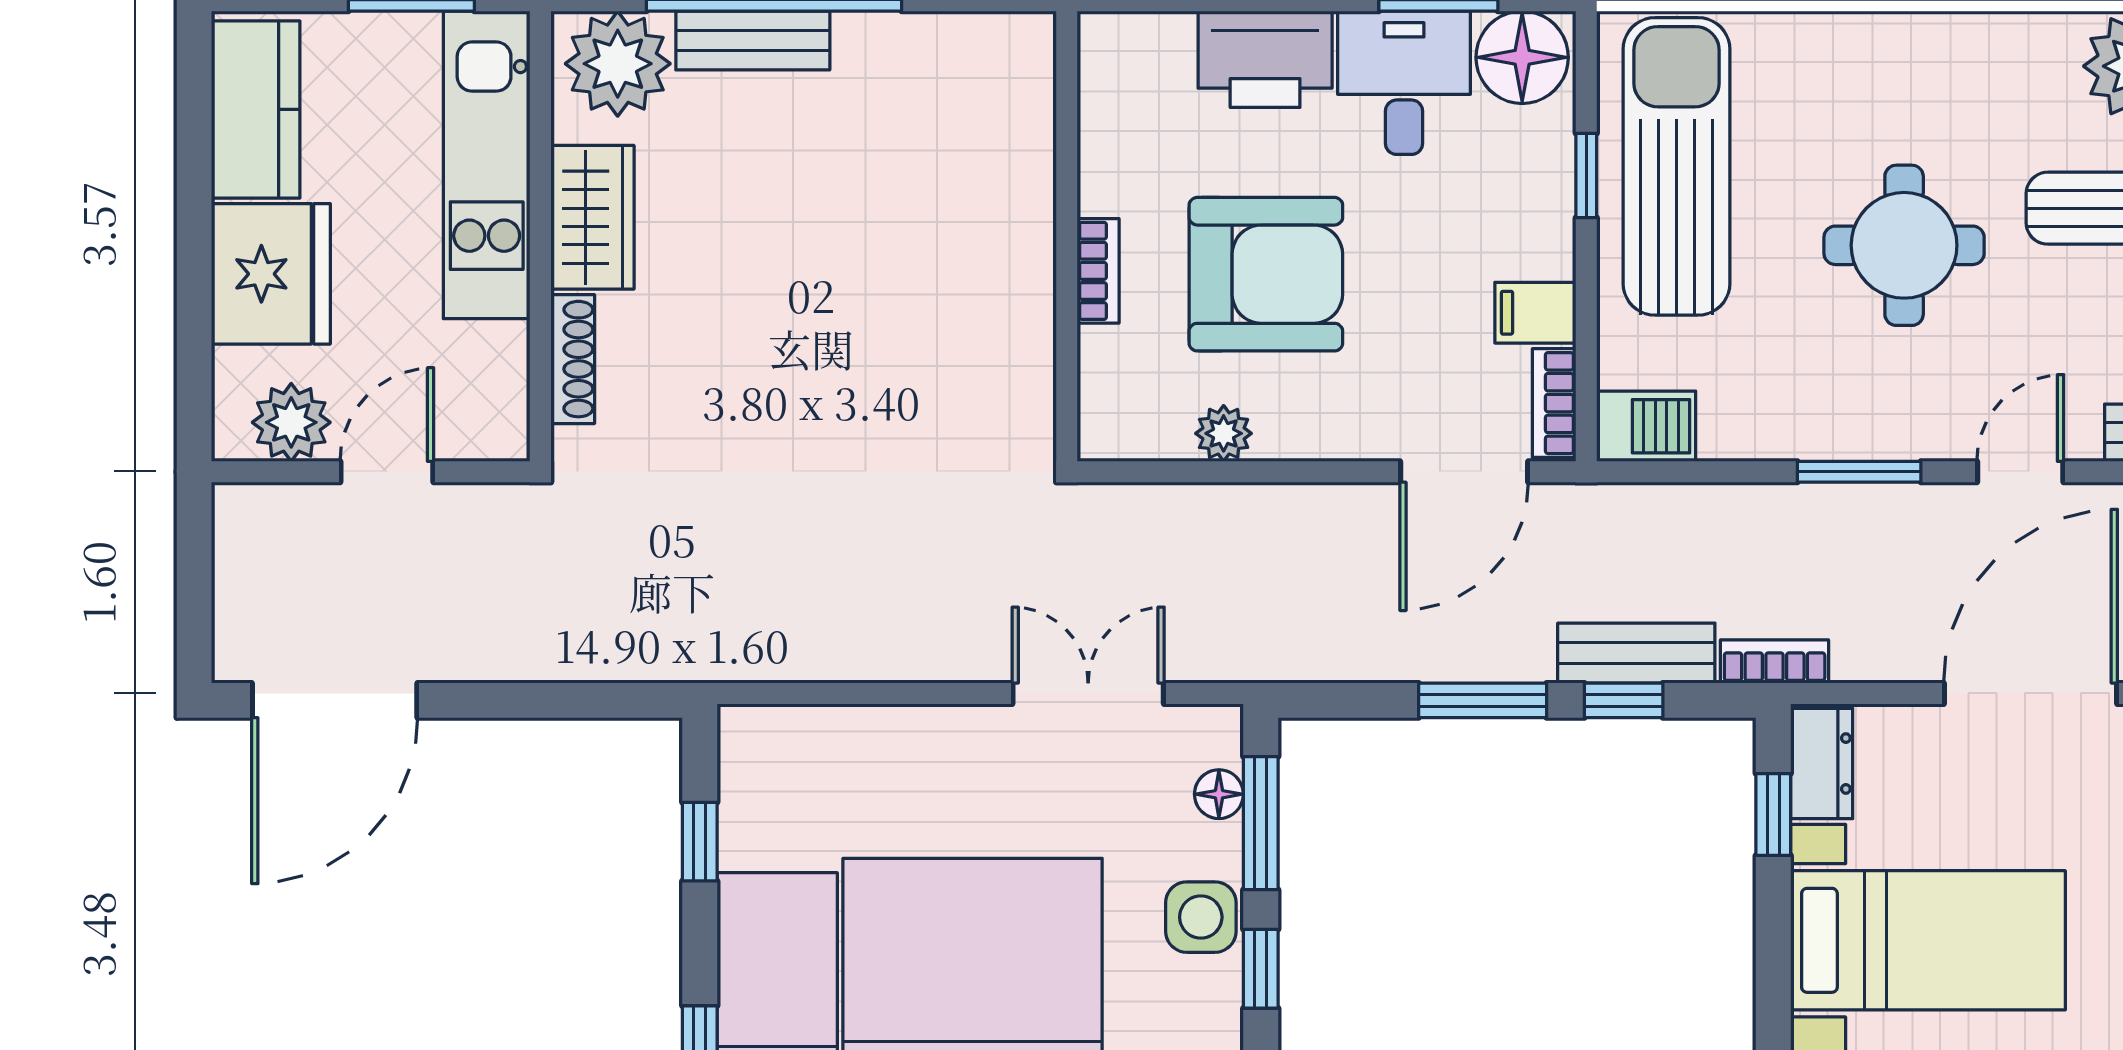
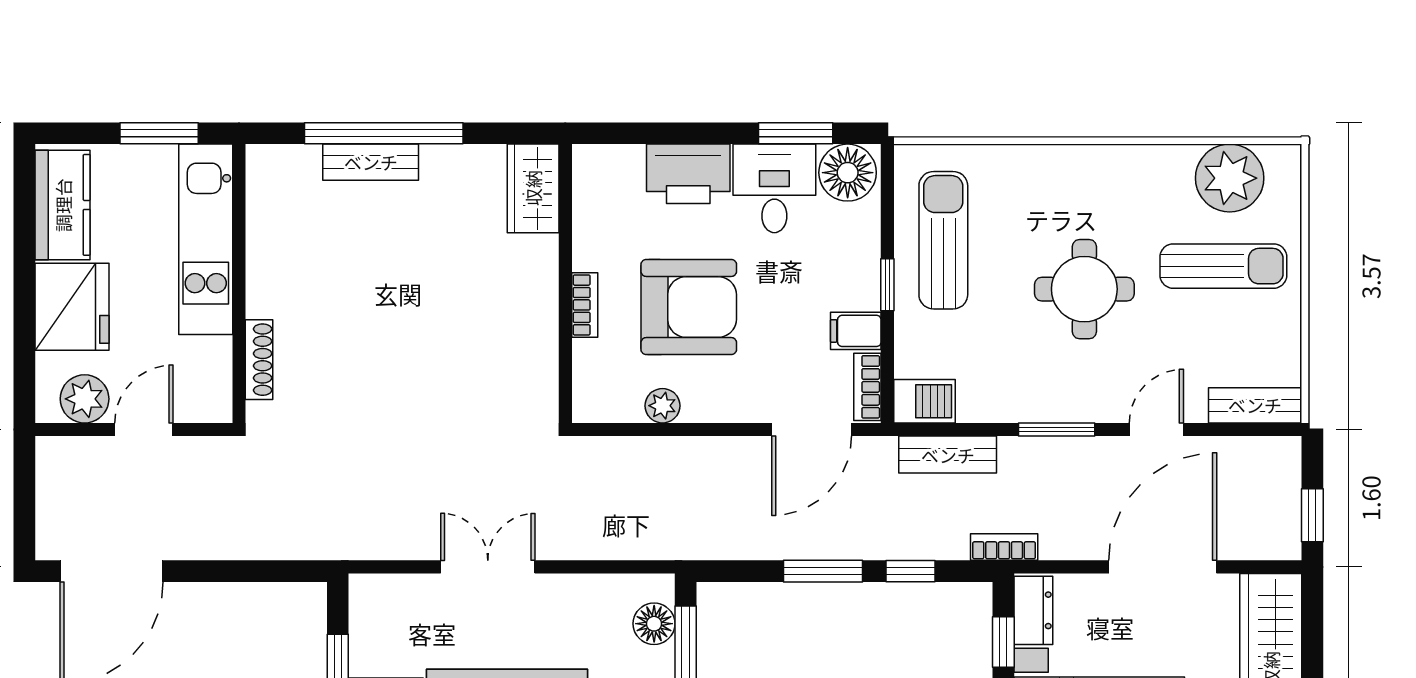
plant: (618, 64) -> (287, 177), removed
sun lounger: (1676, 166) -> (943, 240), width x0.73, depth x0.75
window: (1586, 175) -> (887, 285), moved
wardrobe: (592, 217) -> (533, 188), moved, turned 180
bench: (1636, 653) -> (948, 455), moved
double door: (1088, 693) -> (488, 567), moved
floor lamp: (1219, 794) -> (654, 624), width x1.37, depth x1.37

